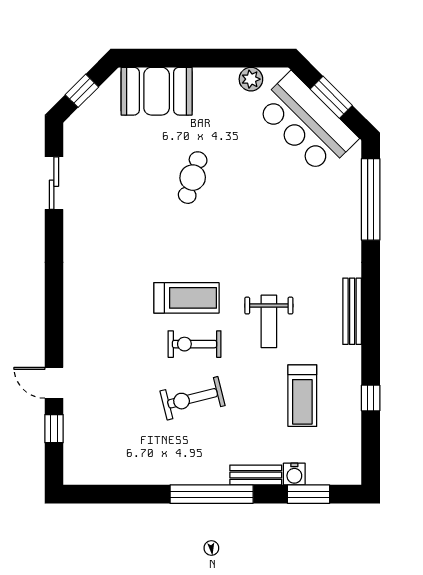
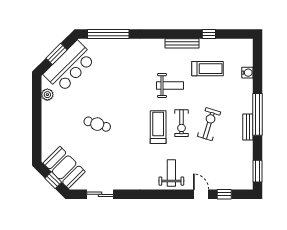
booth: (157, 91) -> (64, 167), moved, turned -45
bench: (352, 311) -> (182, 43), moved
weight bench: (96, 324) -> (171, 173), added
door: (54, 383) -> (201, 194), swing flipped
exercise bike: (193, 398) -> (209, 124), turned -149
bench: (256, 475) -> (248, 127), moved
window: (309, 494) -> (257, 171), moved

